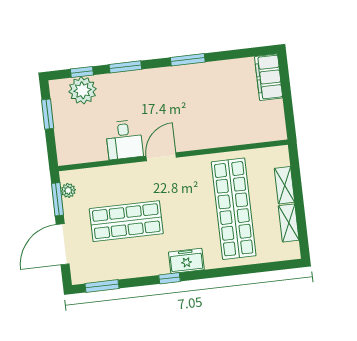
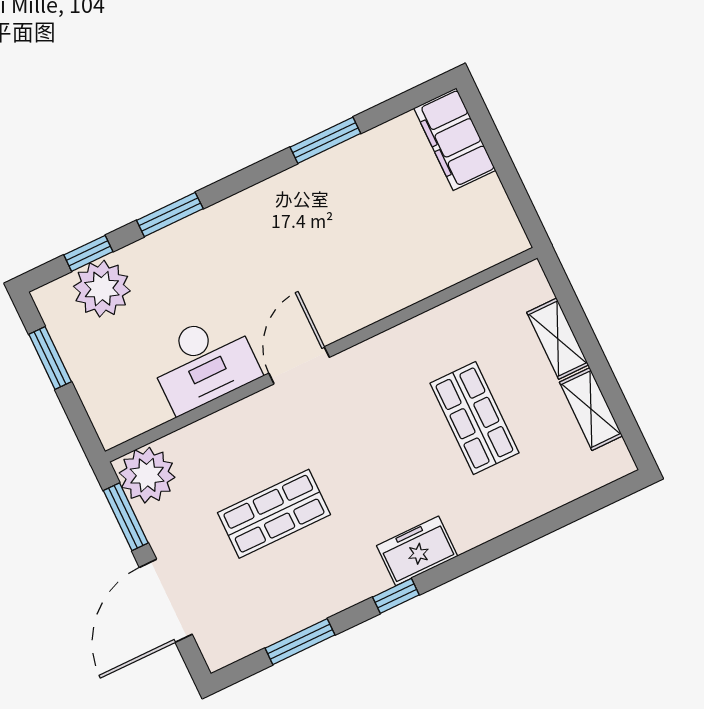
window: (188, 60) -> (325, 140), moved
desk: (124, 140) -> (204, 362), width x1.37
plant: (68, 190) -> (147, 475), width x1.88, depth x1.88
shop shelf: (234, 209) -> (474, 418), width x0.50, depth x0.74
shop shelf: (126, 221) -> (274, 514), width x0.70, depth x0.74
window: (102, 286) -> (300, 642), moved

